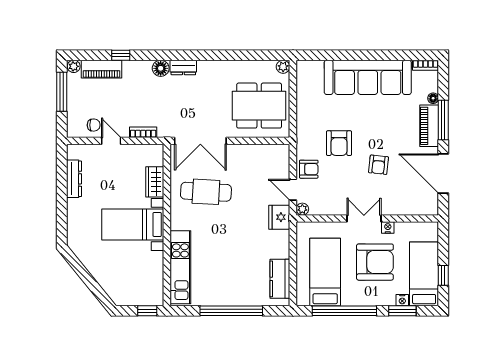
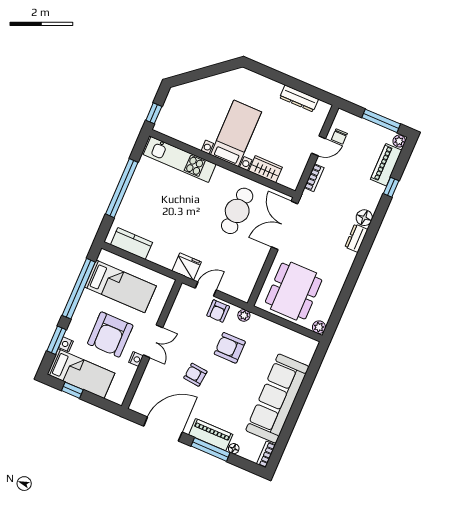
plant: (302, 209) -> (244, 315), moved

